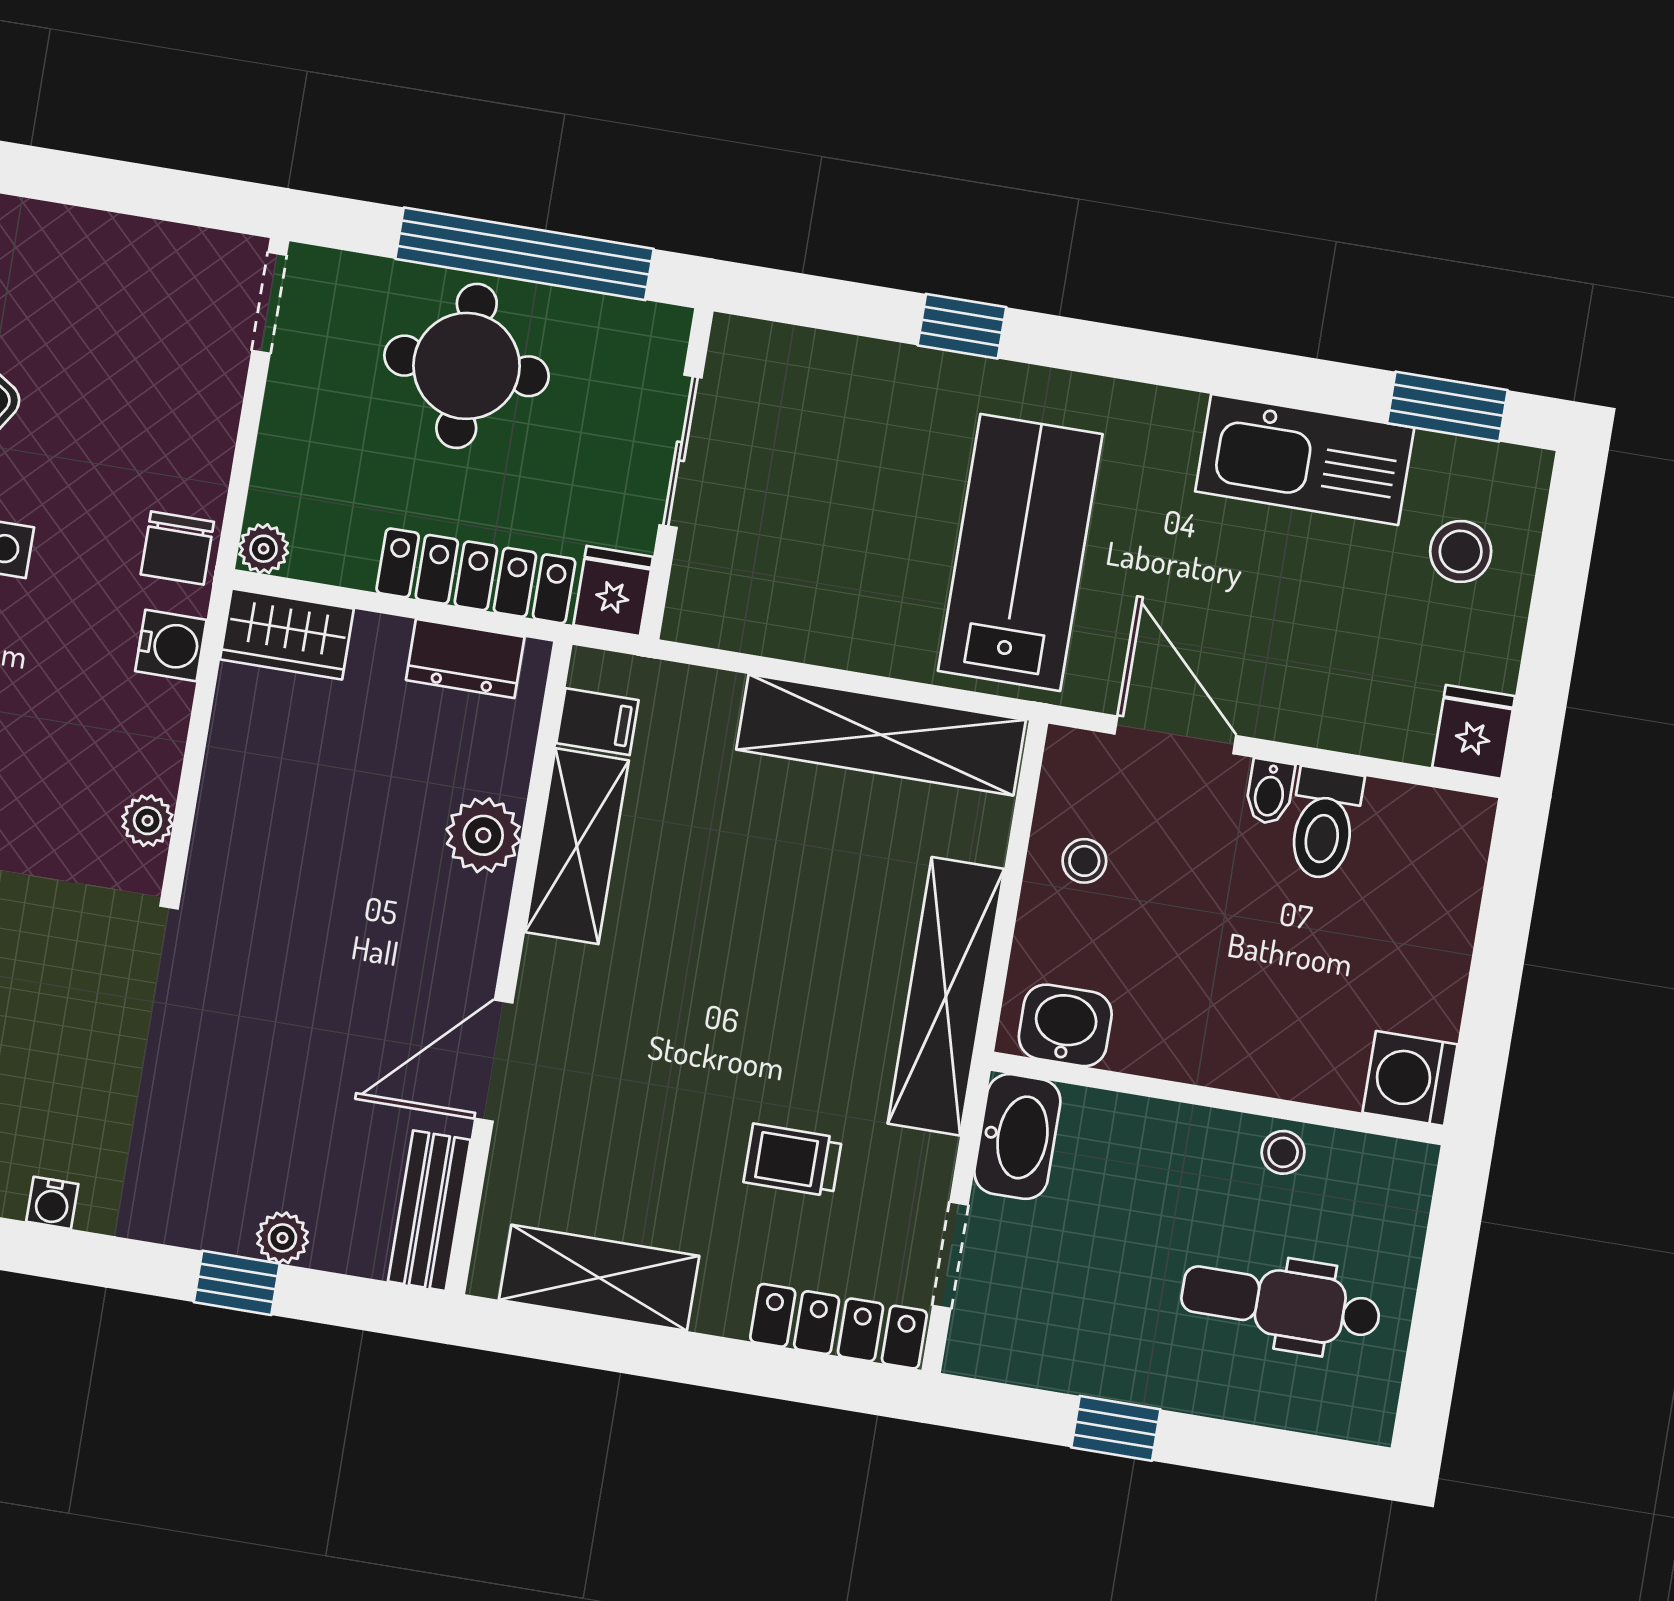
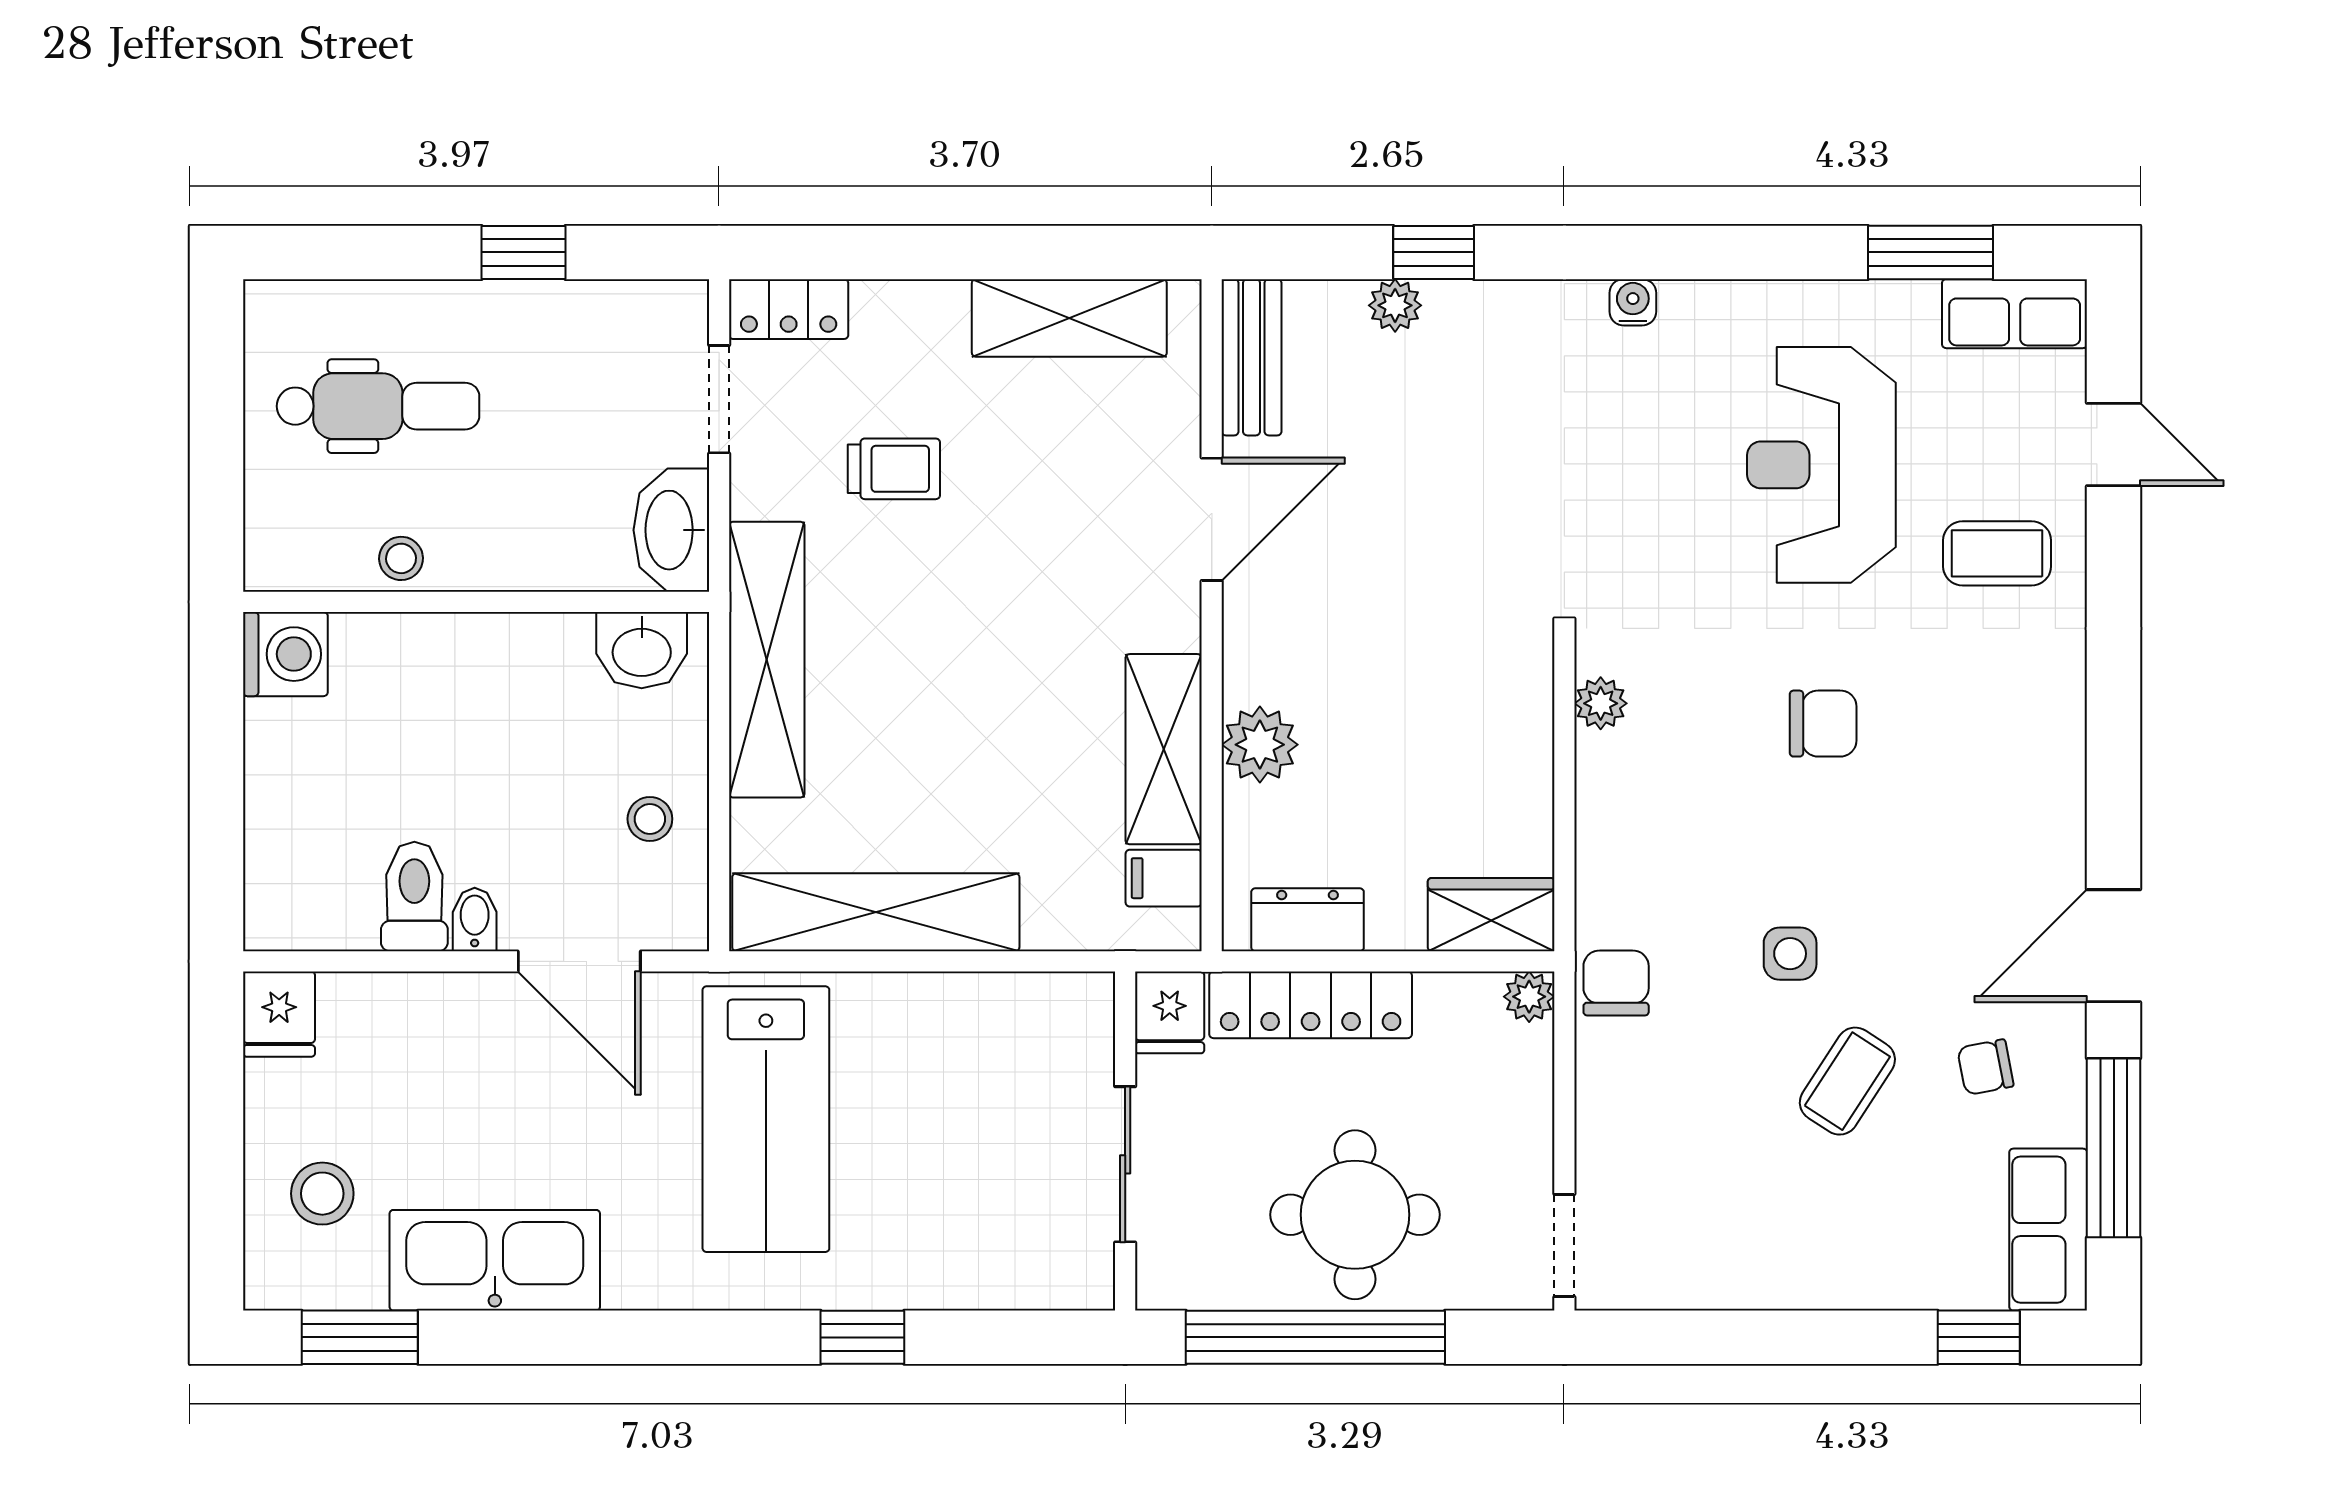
water cooler: (171, 645) -> (1606, 884), removed
locker: (839, 1326) -> (789, 309), width x0.66

